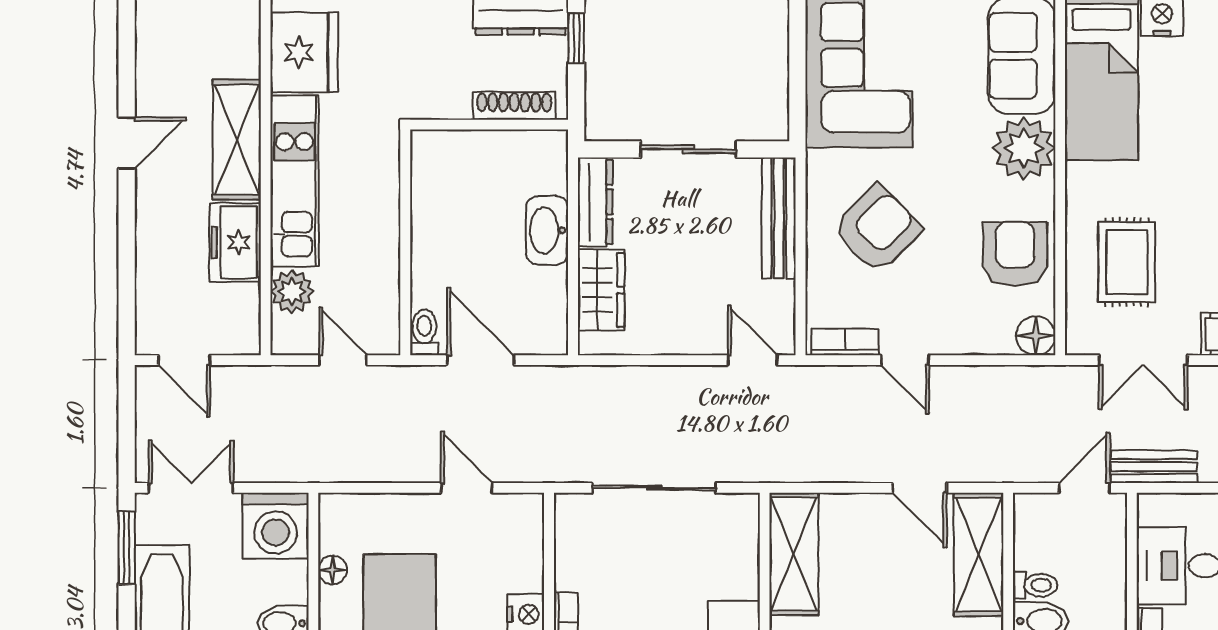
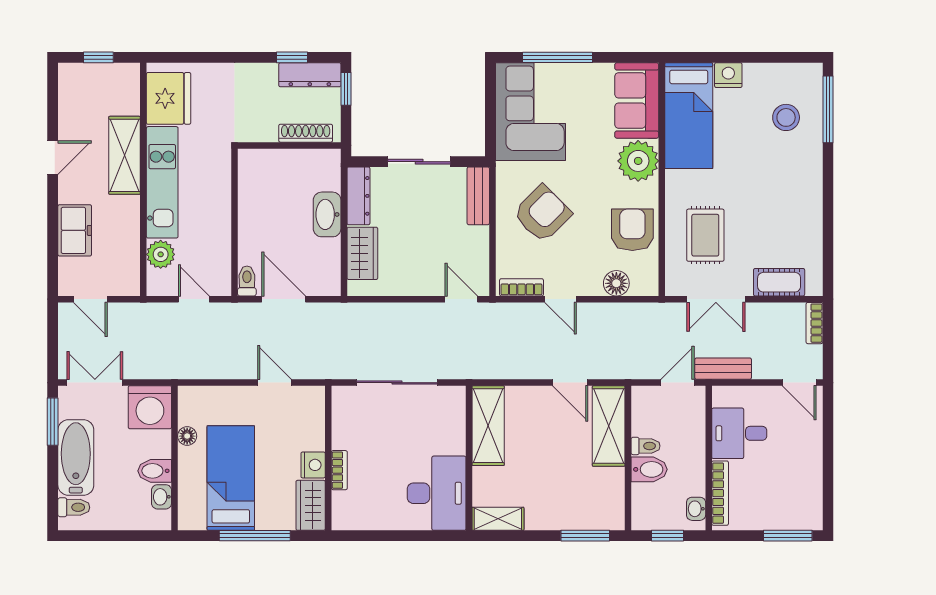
bench: (779, 218) -> (478, 196), width x0.73
freezer: (235, 242) -> (75, 230), moved, turned 180
floor lamp: (1036, 336) -> (616, 283), moved

